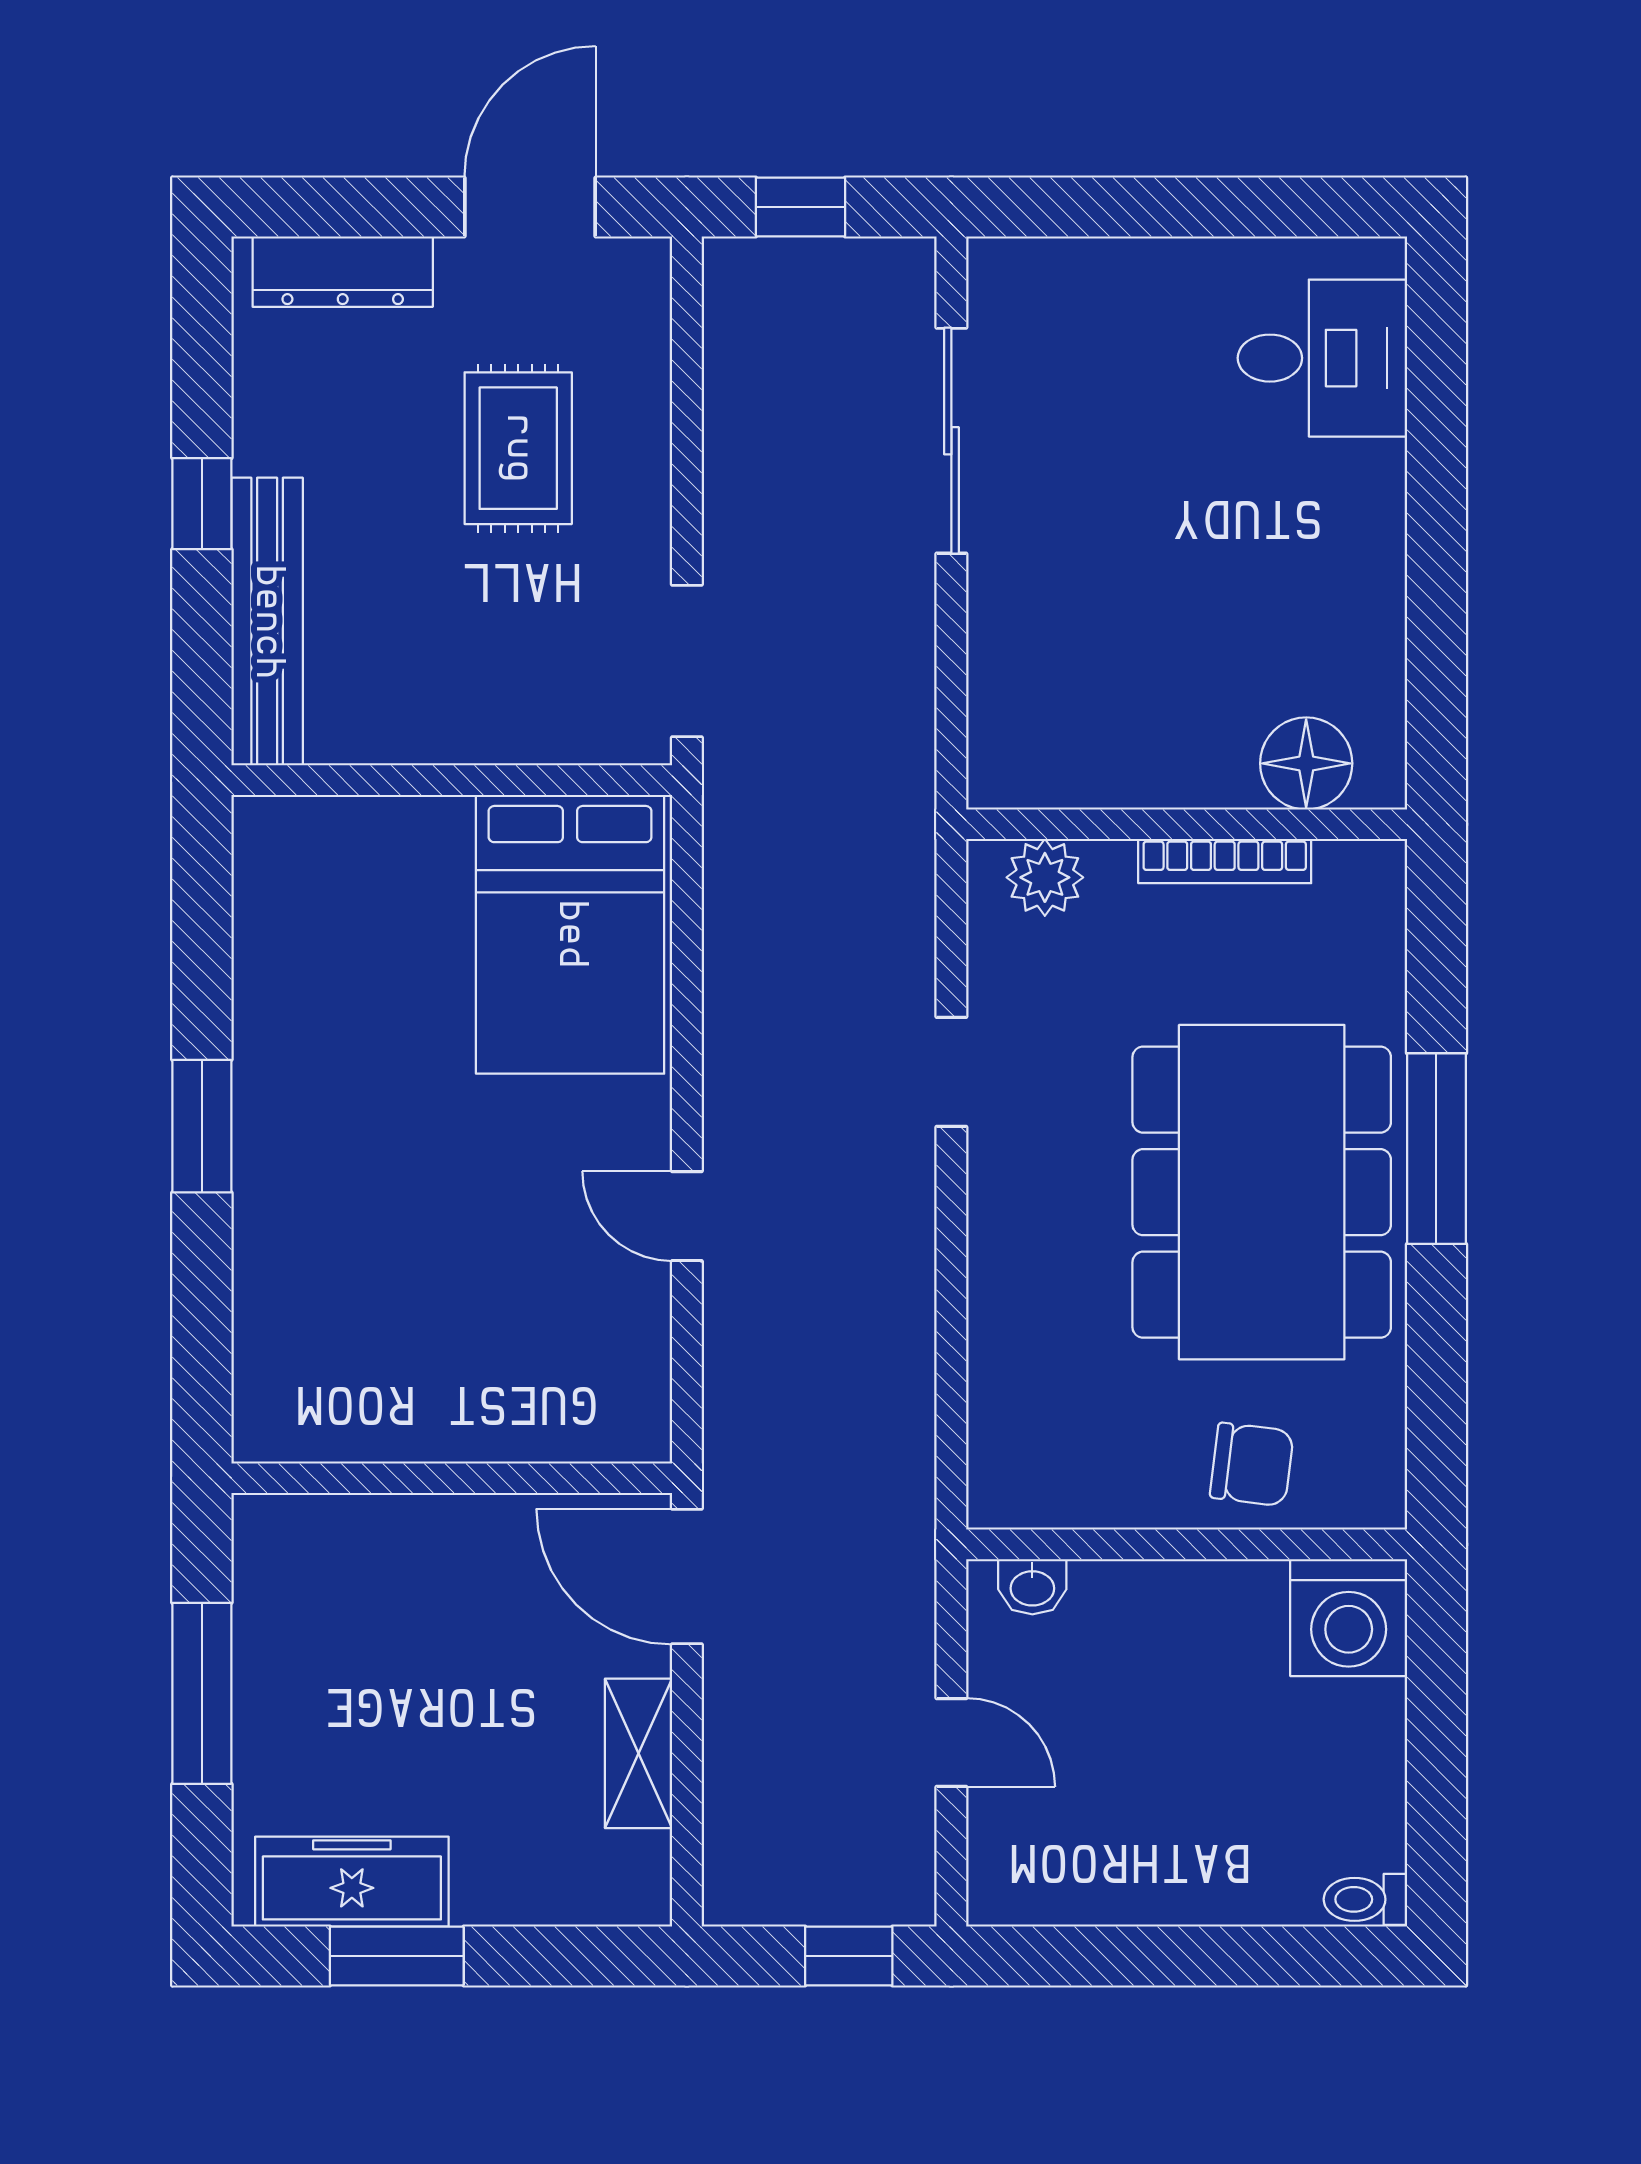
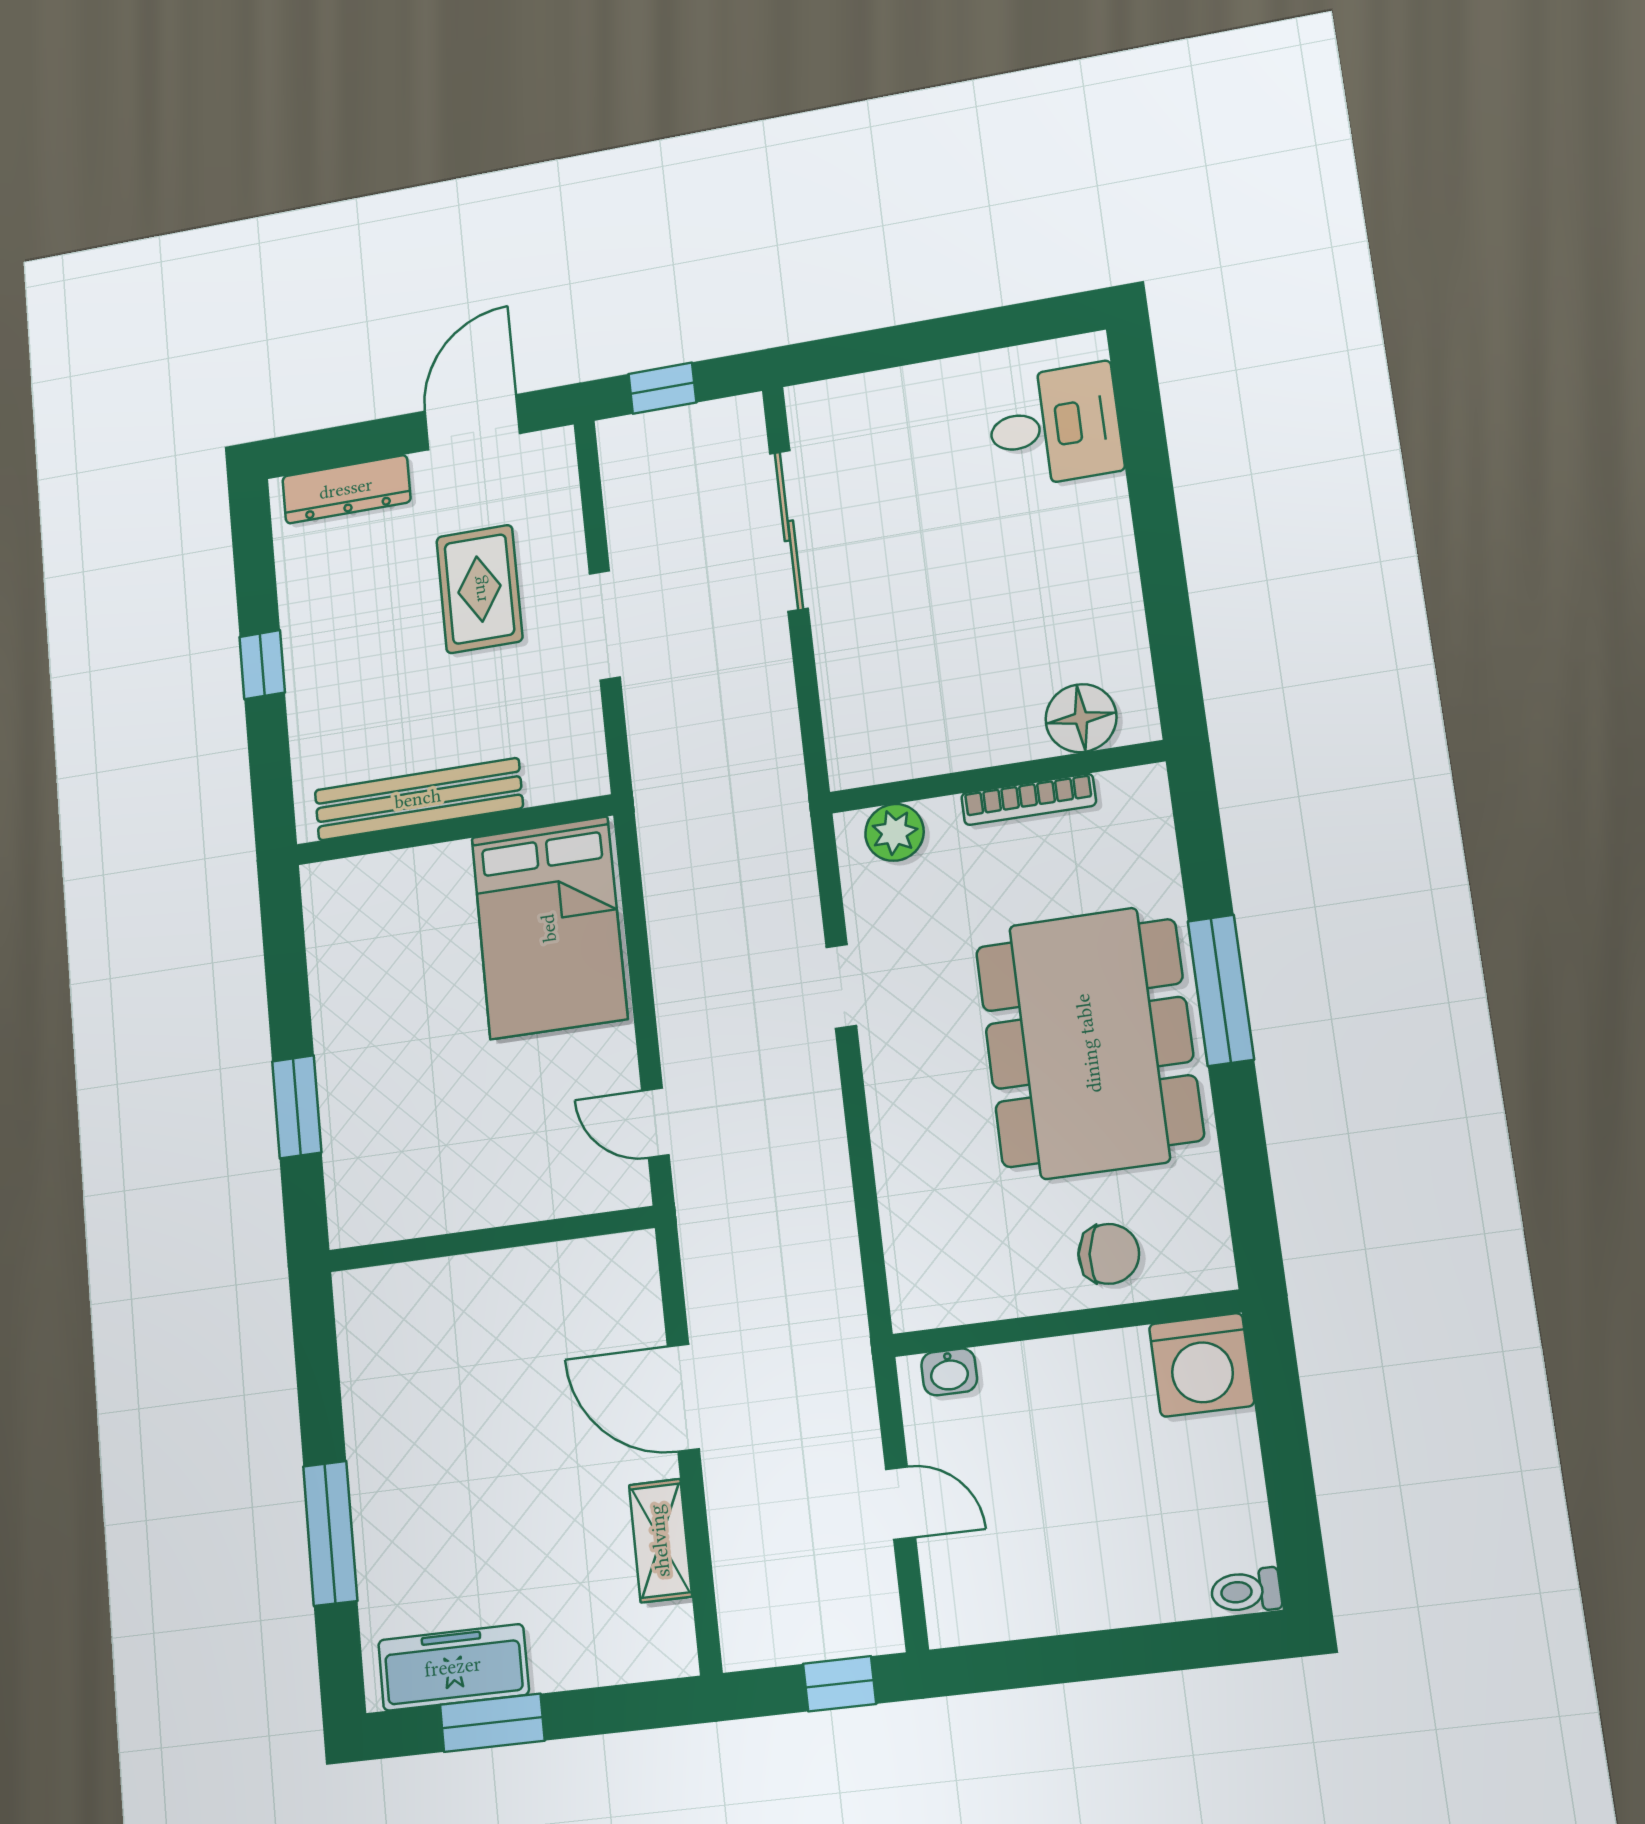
bench: (267, 622) -> (418, 799), moved, turned 90
doorway: (687, 661) -> (605, 625), moved
wall: (452, 1478) -> (491, 1239), moved

